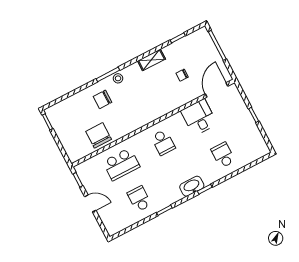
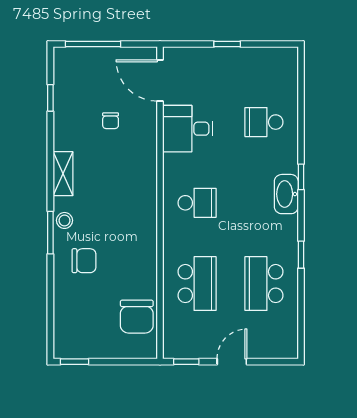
shelving: (151, 60) -> (63, 174), moved
chair: (102, 99) -> (84, 261), turned -90
chair: (99, 135) -> (137, 317), moved, turned -90
school desk: (139, 199) -> (264, 284), width x1.85

